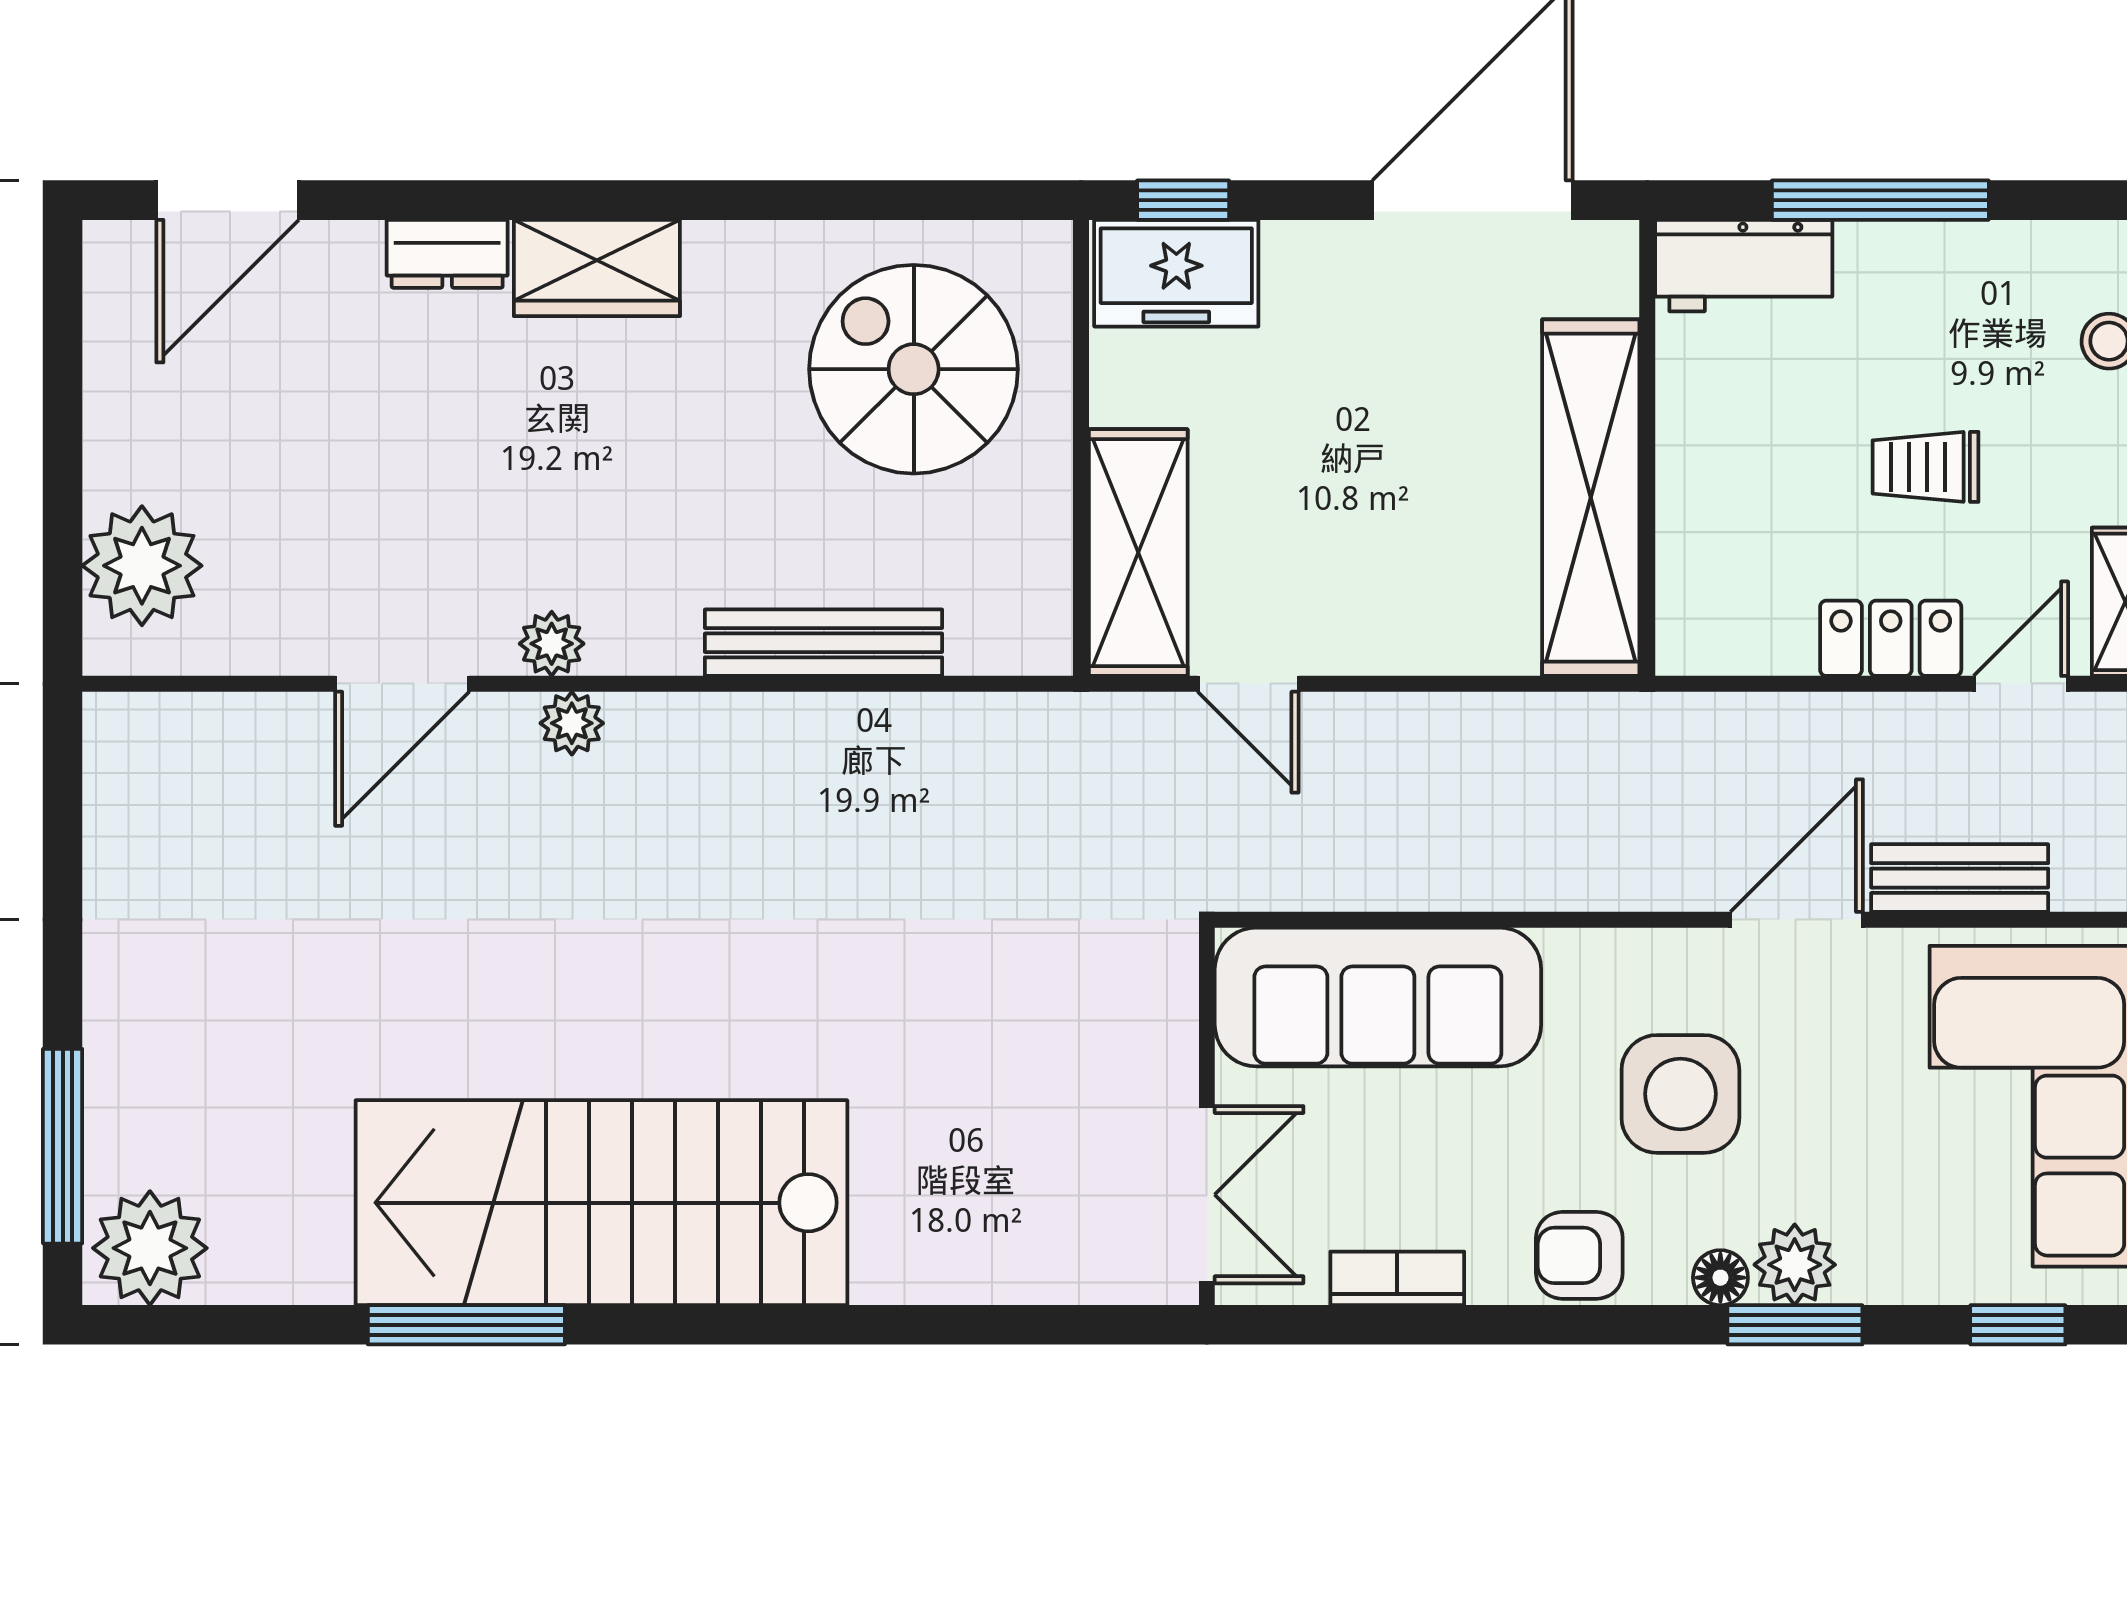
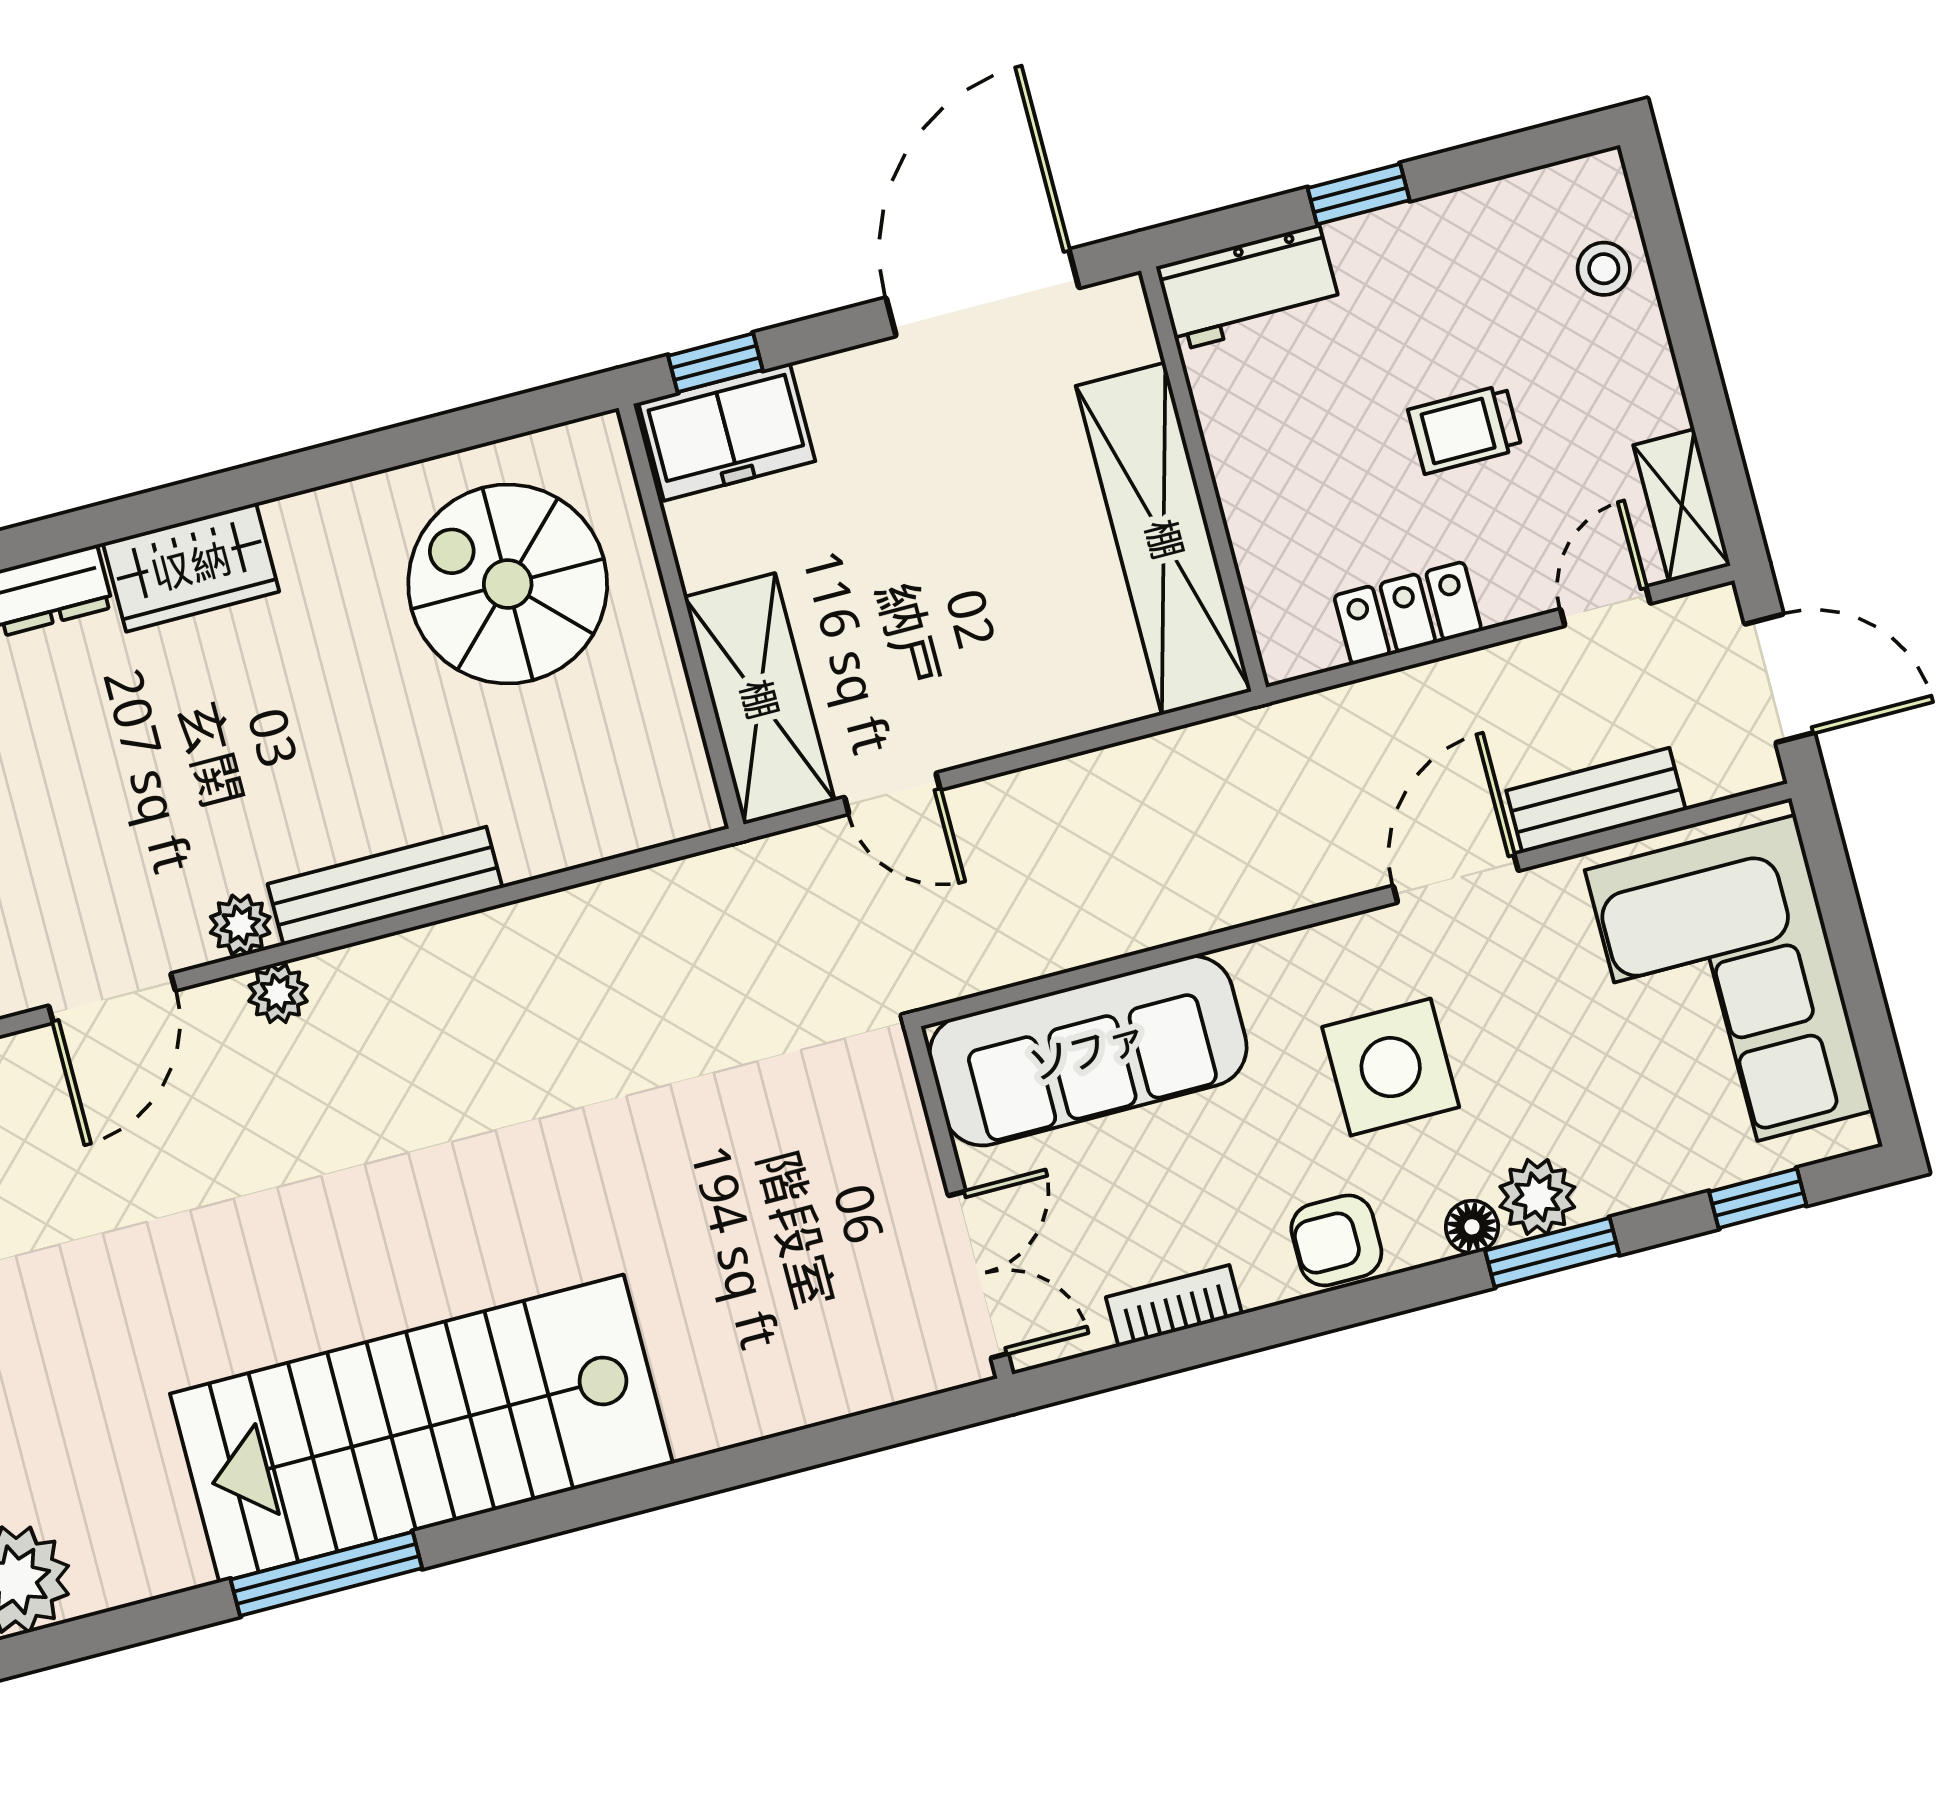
window: (1880, 200) -> (1359, 194), width x0.46
locker: (1891, 638) -> (1408, 613), moved
bench: (823, 643) -> (385, 886), moved

